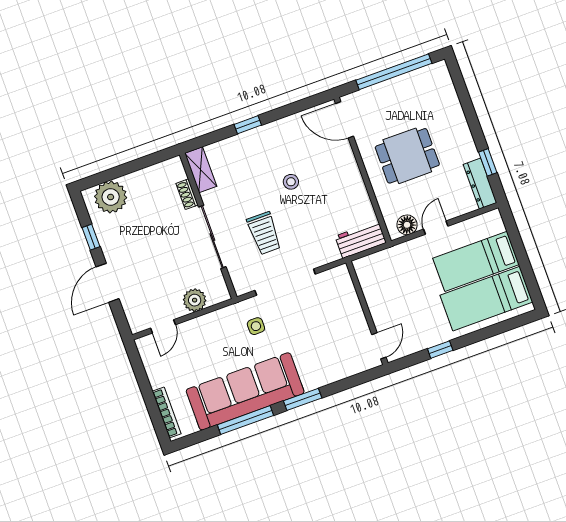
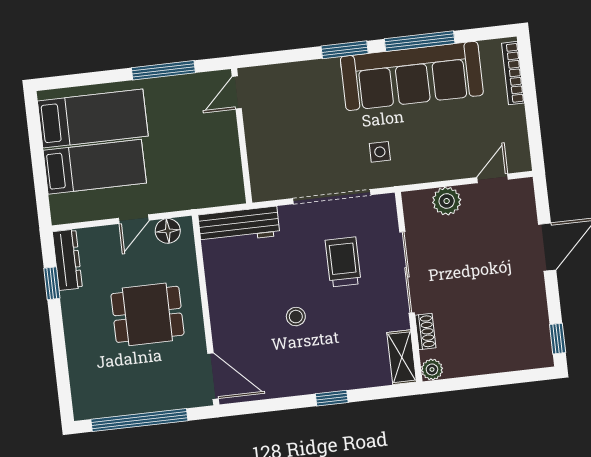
plant: (111, 197) -> (432, 369), moved, width x0.53, depth x0.53
window: (91, 237) -> (558, 339), moved
workbench: (361, 240) -> (239, 225), width x1.38
window: (440, 350) -> (163, 70), width x2.17

